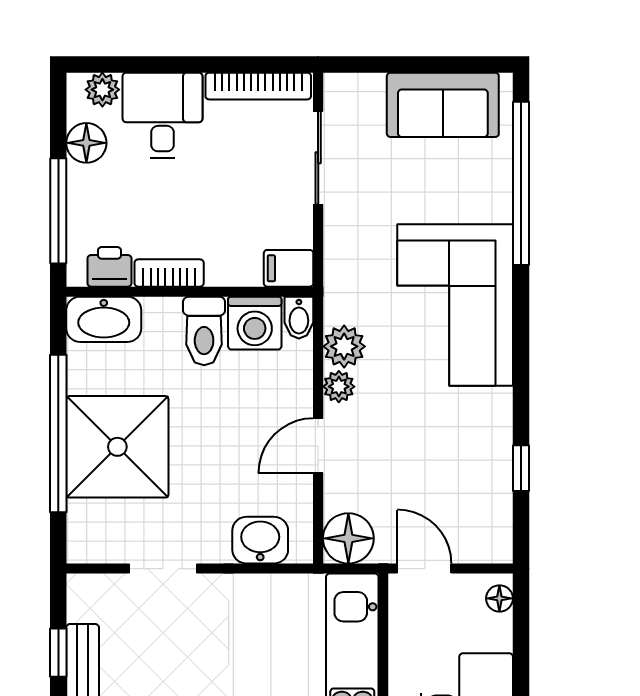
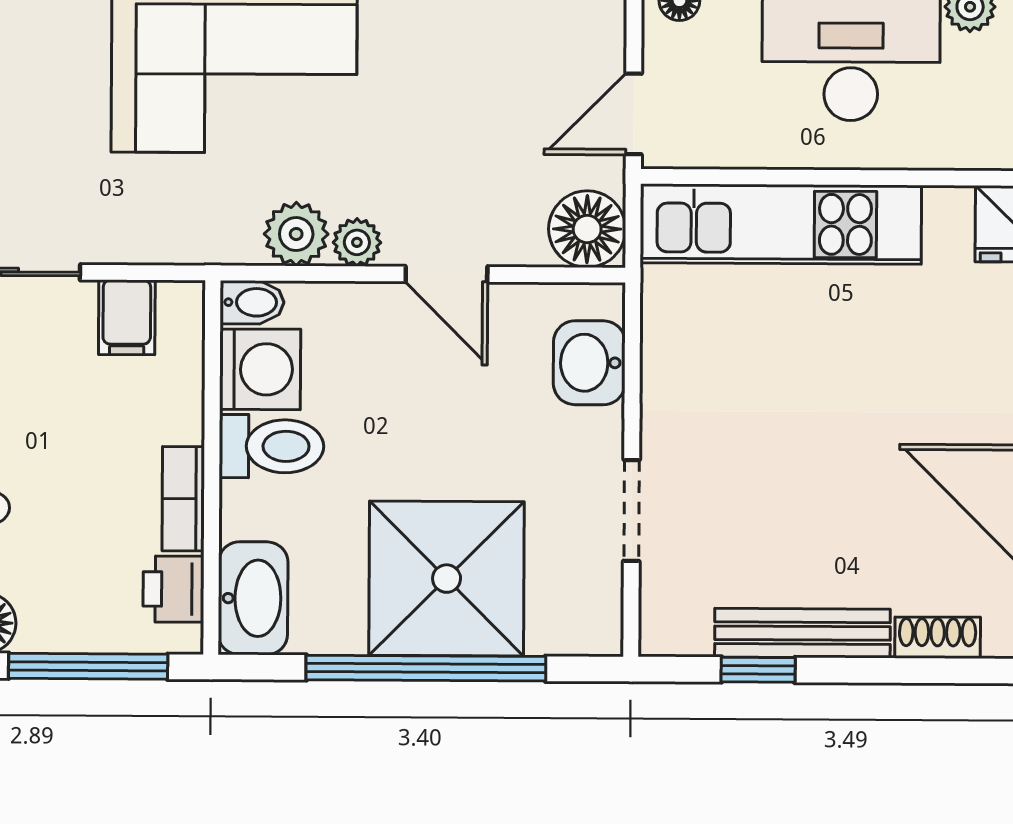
filing cabinet: (289, 268) -> (127, 317), moved

